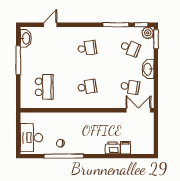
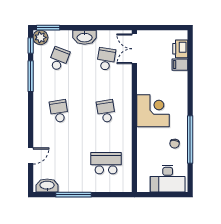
door: (50, 25) -> (31, 156), swing flipped
corner desk: (87, 126) -> (153, 111), added
printer: (113, 148) -> (180, 49), moved

